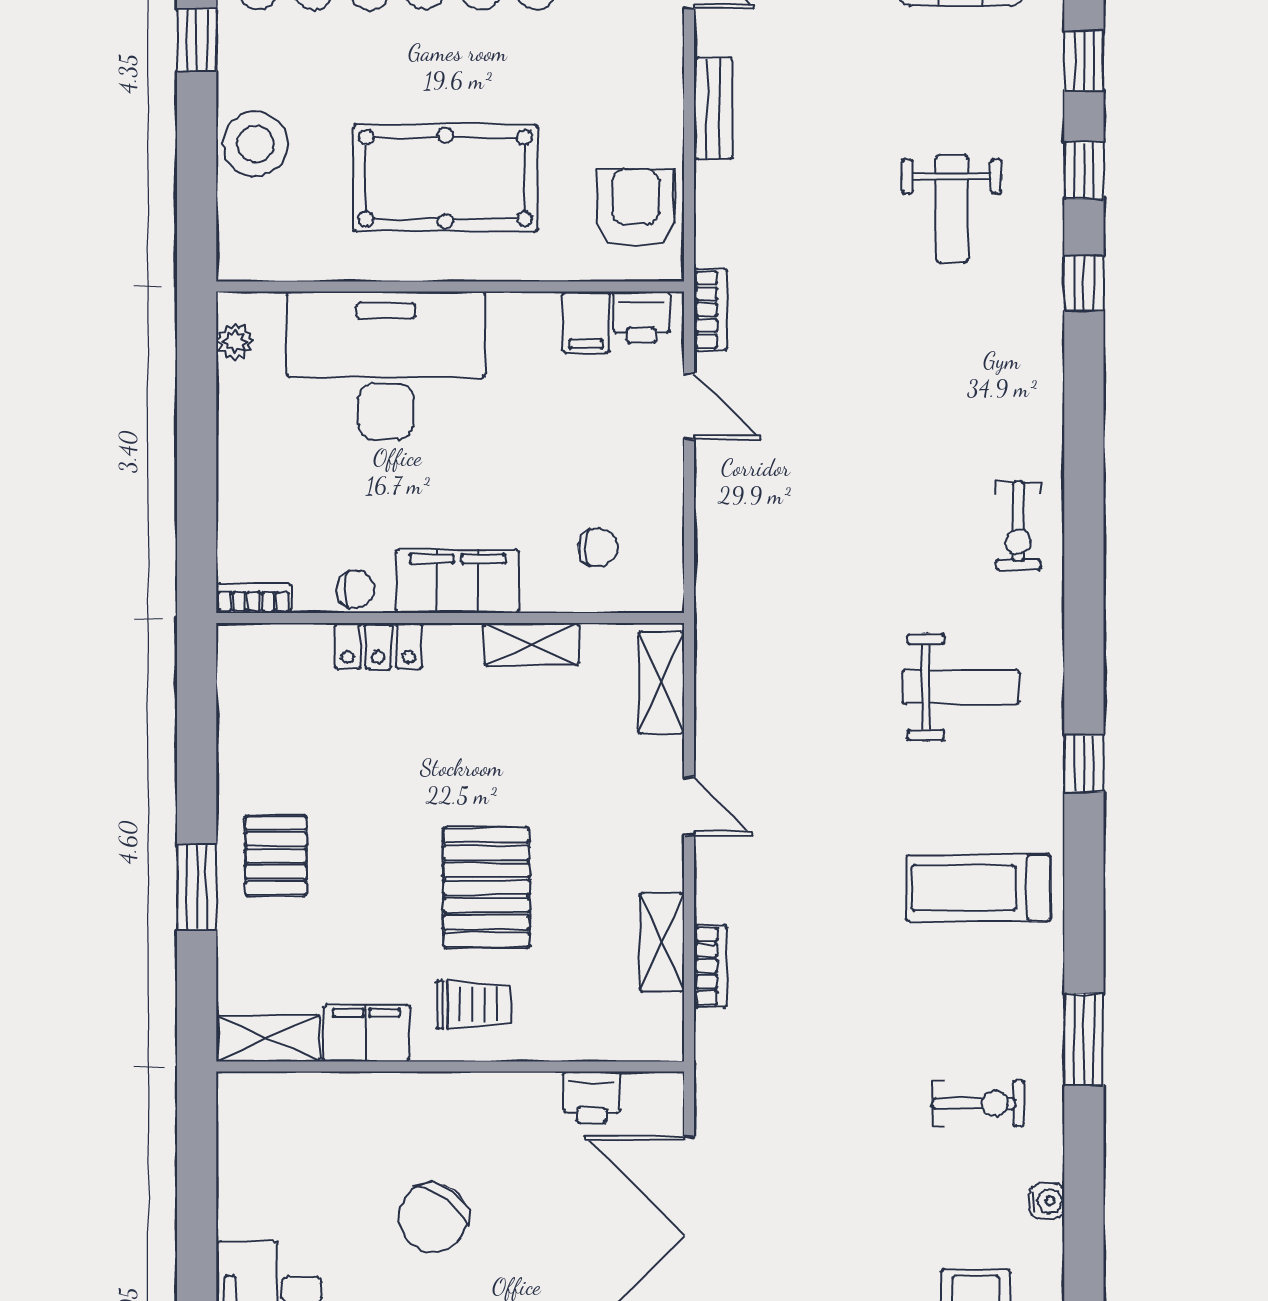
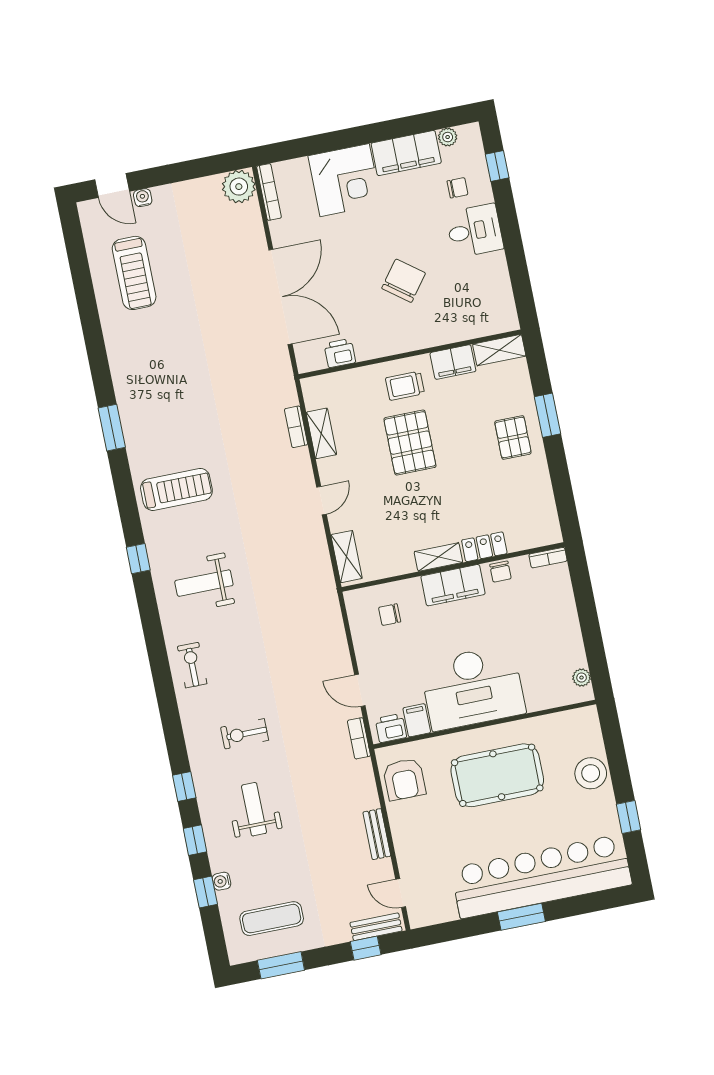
desk: (386, 366) -> (473, 688), moved
chair: (356, 589) -> (500, 572), turned -90
shelving: (531, 644) -> (438, 557), moved
door: (689, 806) -> (322, 501), swing flipped
exercise bike: (978, 1103) -> (245, 734), moved
water cooler: (1047, 1201) -> (222, 881), moved

